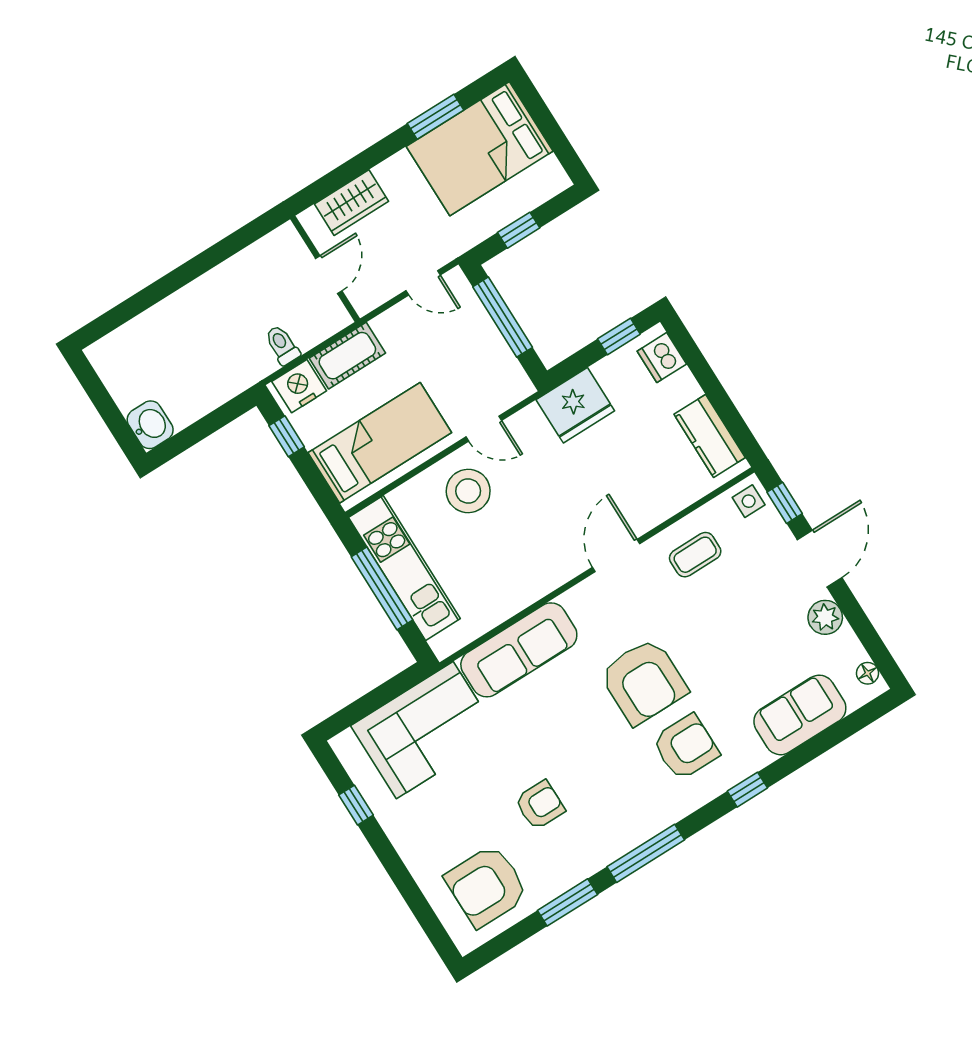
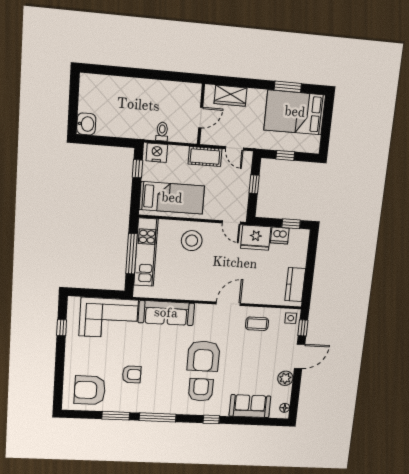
window: (503, 317) -> (254, 184), width x0.46
cot: (347, 356) -> (205, 156), moved
dishwasher: (662, 358) -> (280, 235), moved, turned -90
door: (484, 429) -> (231, 223), moved
armchair: (686, 747) -> (201, 390), turned -90

